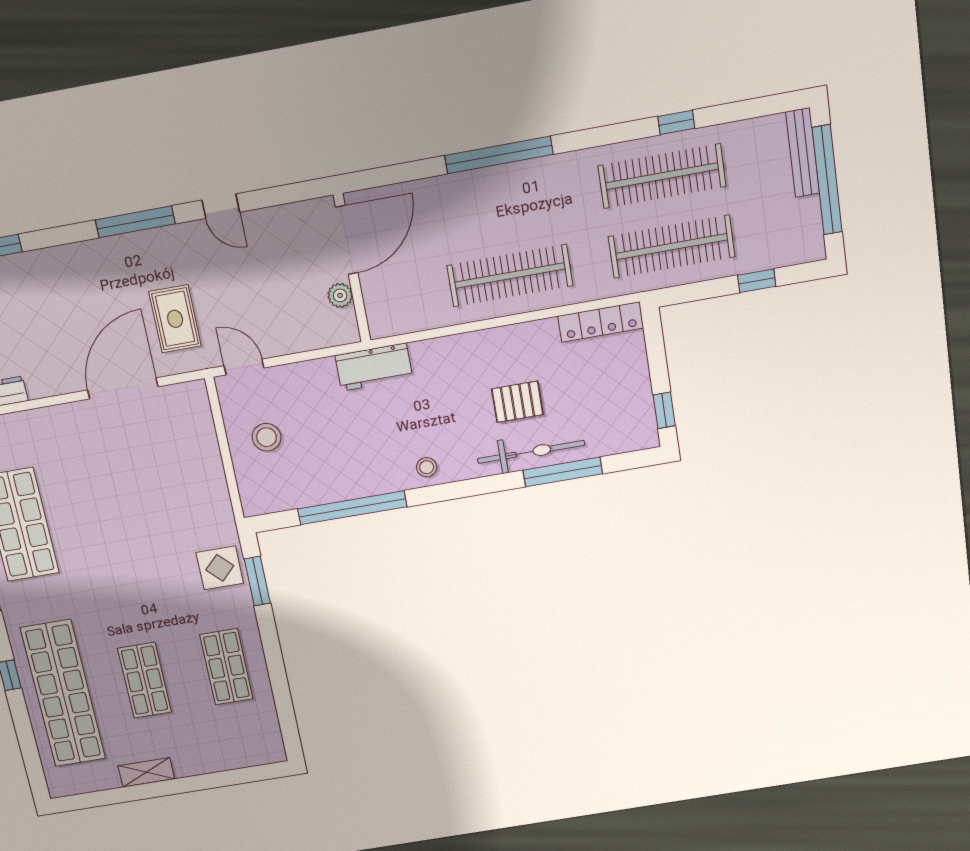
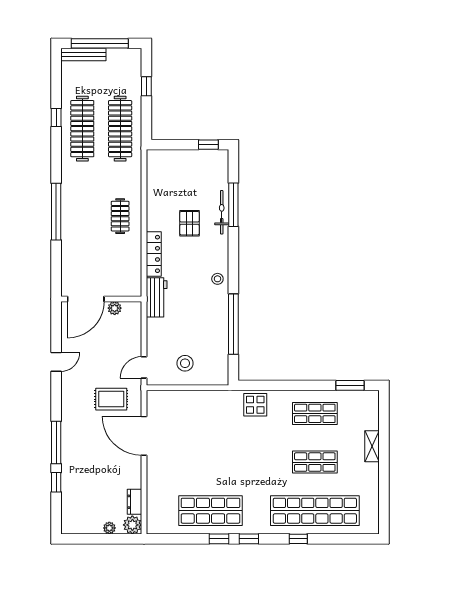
window: (135, 222) -> (56, 442), moved
door: (347, 240) -> (86, 299), swing flipped
clothes rail: (510, 276) -> (120, 216), width x0.54, depth x0.76
locker: (601, 322) -> (154, 254), moved
bicycle: (531, 452) -> (222, 212), width x0.73, depth x0.71
window: (257, 581) -> (350, 385), moved
shelving: (146, 772) -> (372, 446), moved

